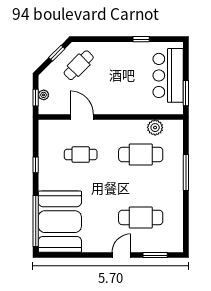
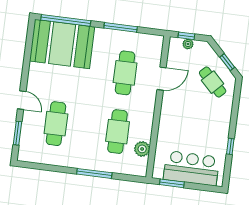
cafe table: (81, 155) -> (125, 73), width x1.37, depth x1.35
window: (36, 165) -> (121, 27), width x2.17

